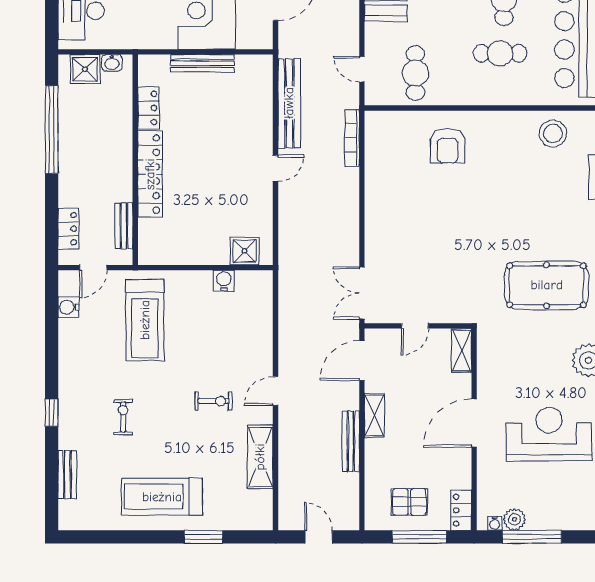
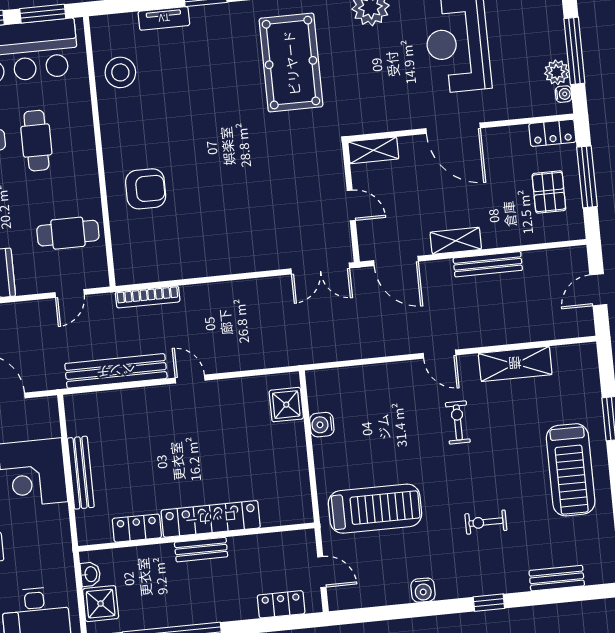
bench: (124, 226) -> (201, 550), moved
water cooler: (68, 307) -> (423, 590), moved

